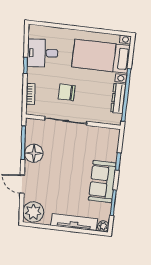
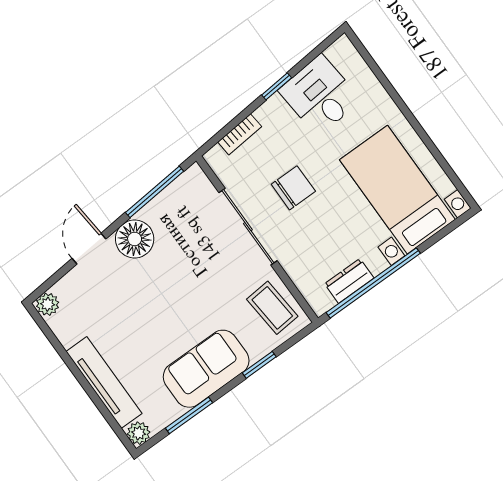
chair: (67, 92) -> (293, 188), turned 90
dresser: (118, 98) -> (349, 281), width x0.70
coffee table: (102, 139) -> (272, 308), added
floor lamp: (34, 153) -> (135, 239), moved
plant: (33, 212) -> (48, 304), width x0.53, depth x0.53

